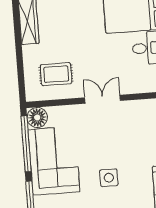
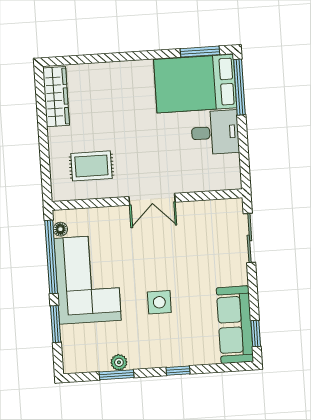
double door: (103, 99) -> (152, 199), swing flipped
floor lamp: (37, 118) -> (60, 229), width x0.53, depth x0.53

